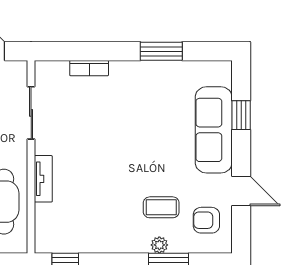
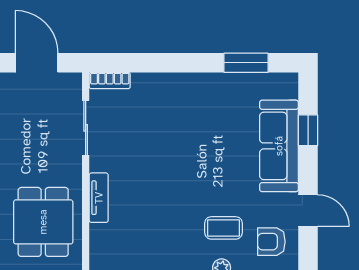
window: (161, 51) -> (246, 63), moved
bookcase: (89, 68) -> (110, 81), moved

